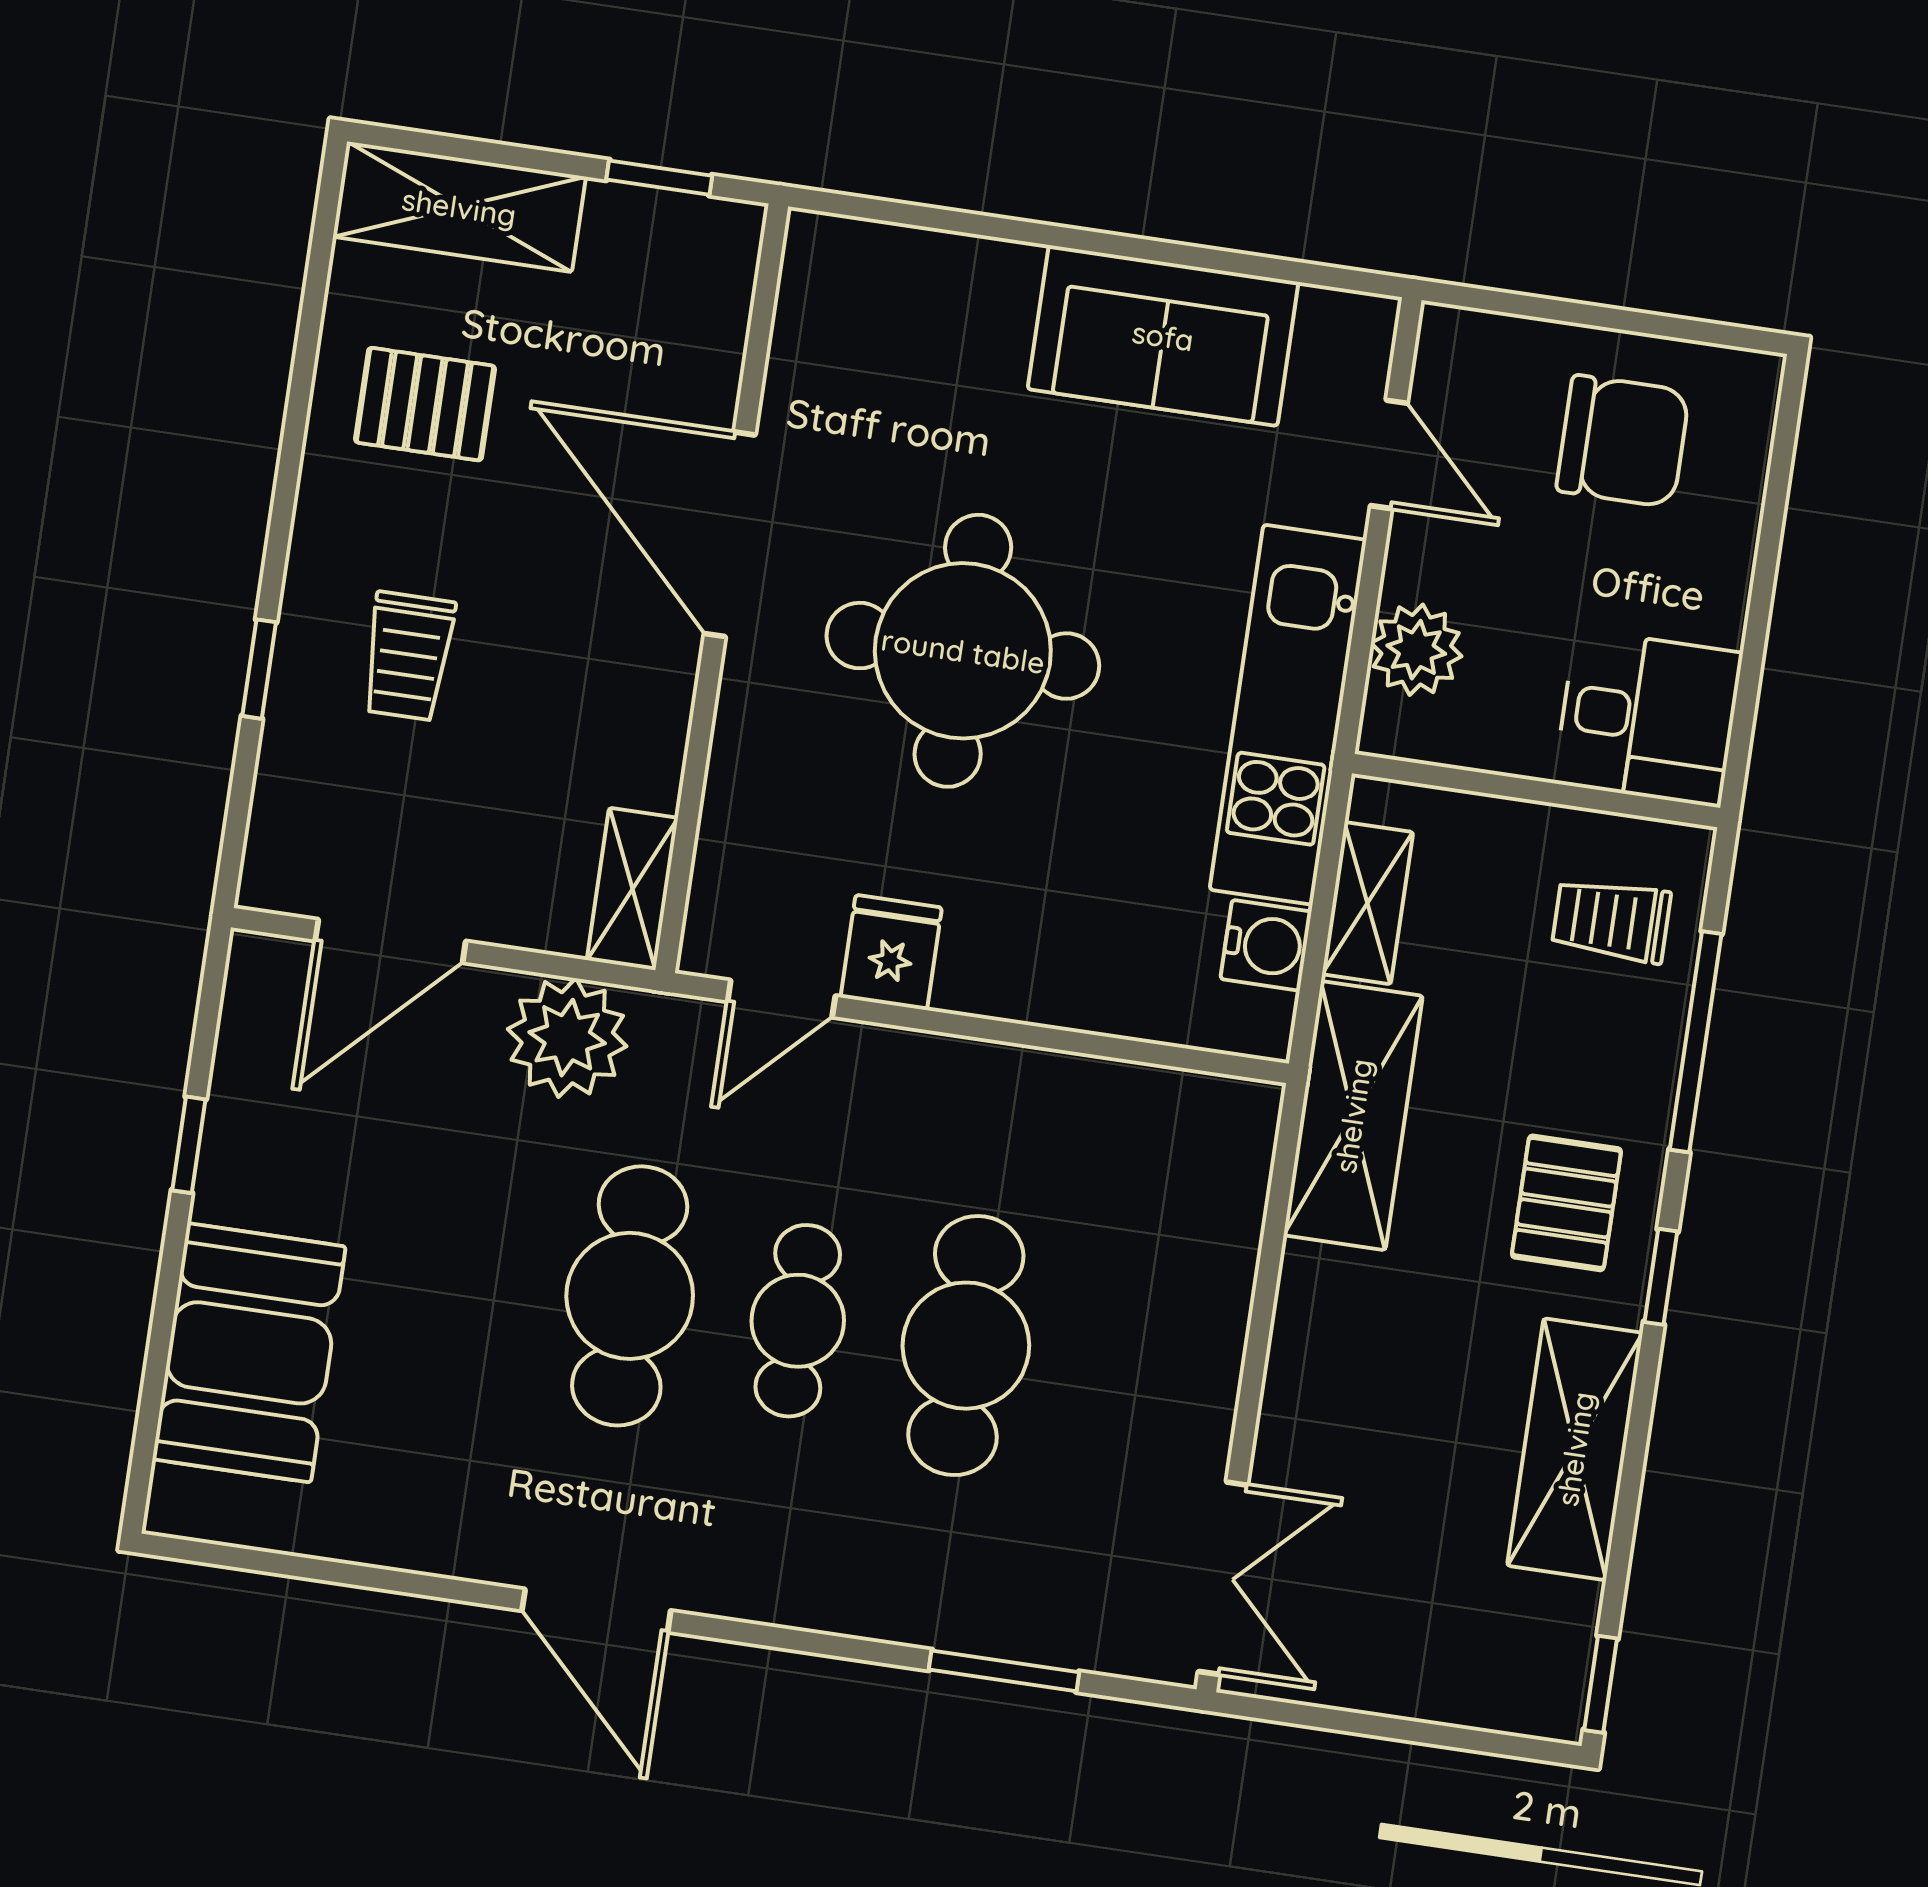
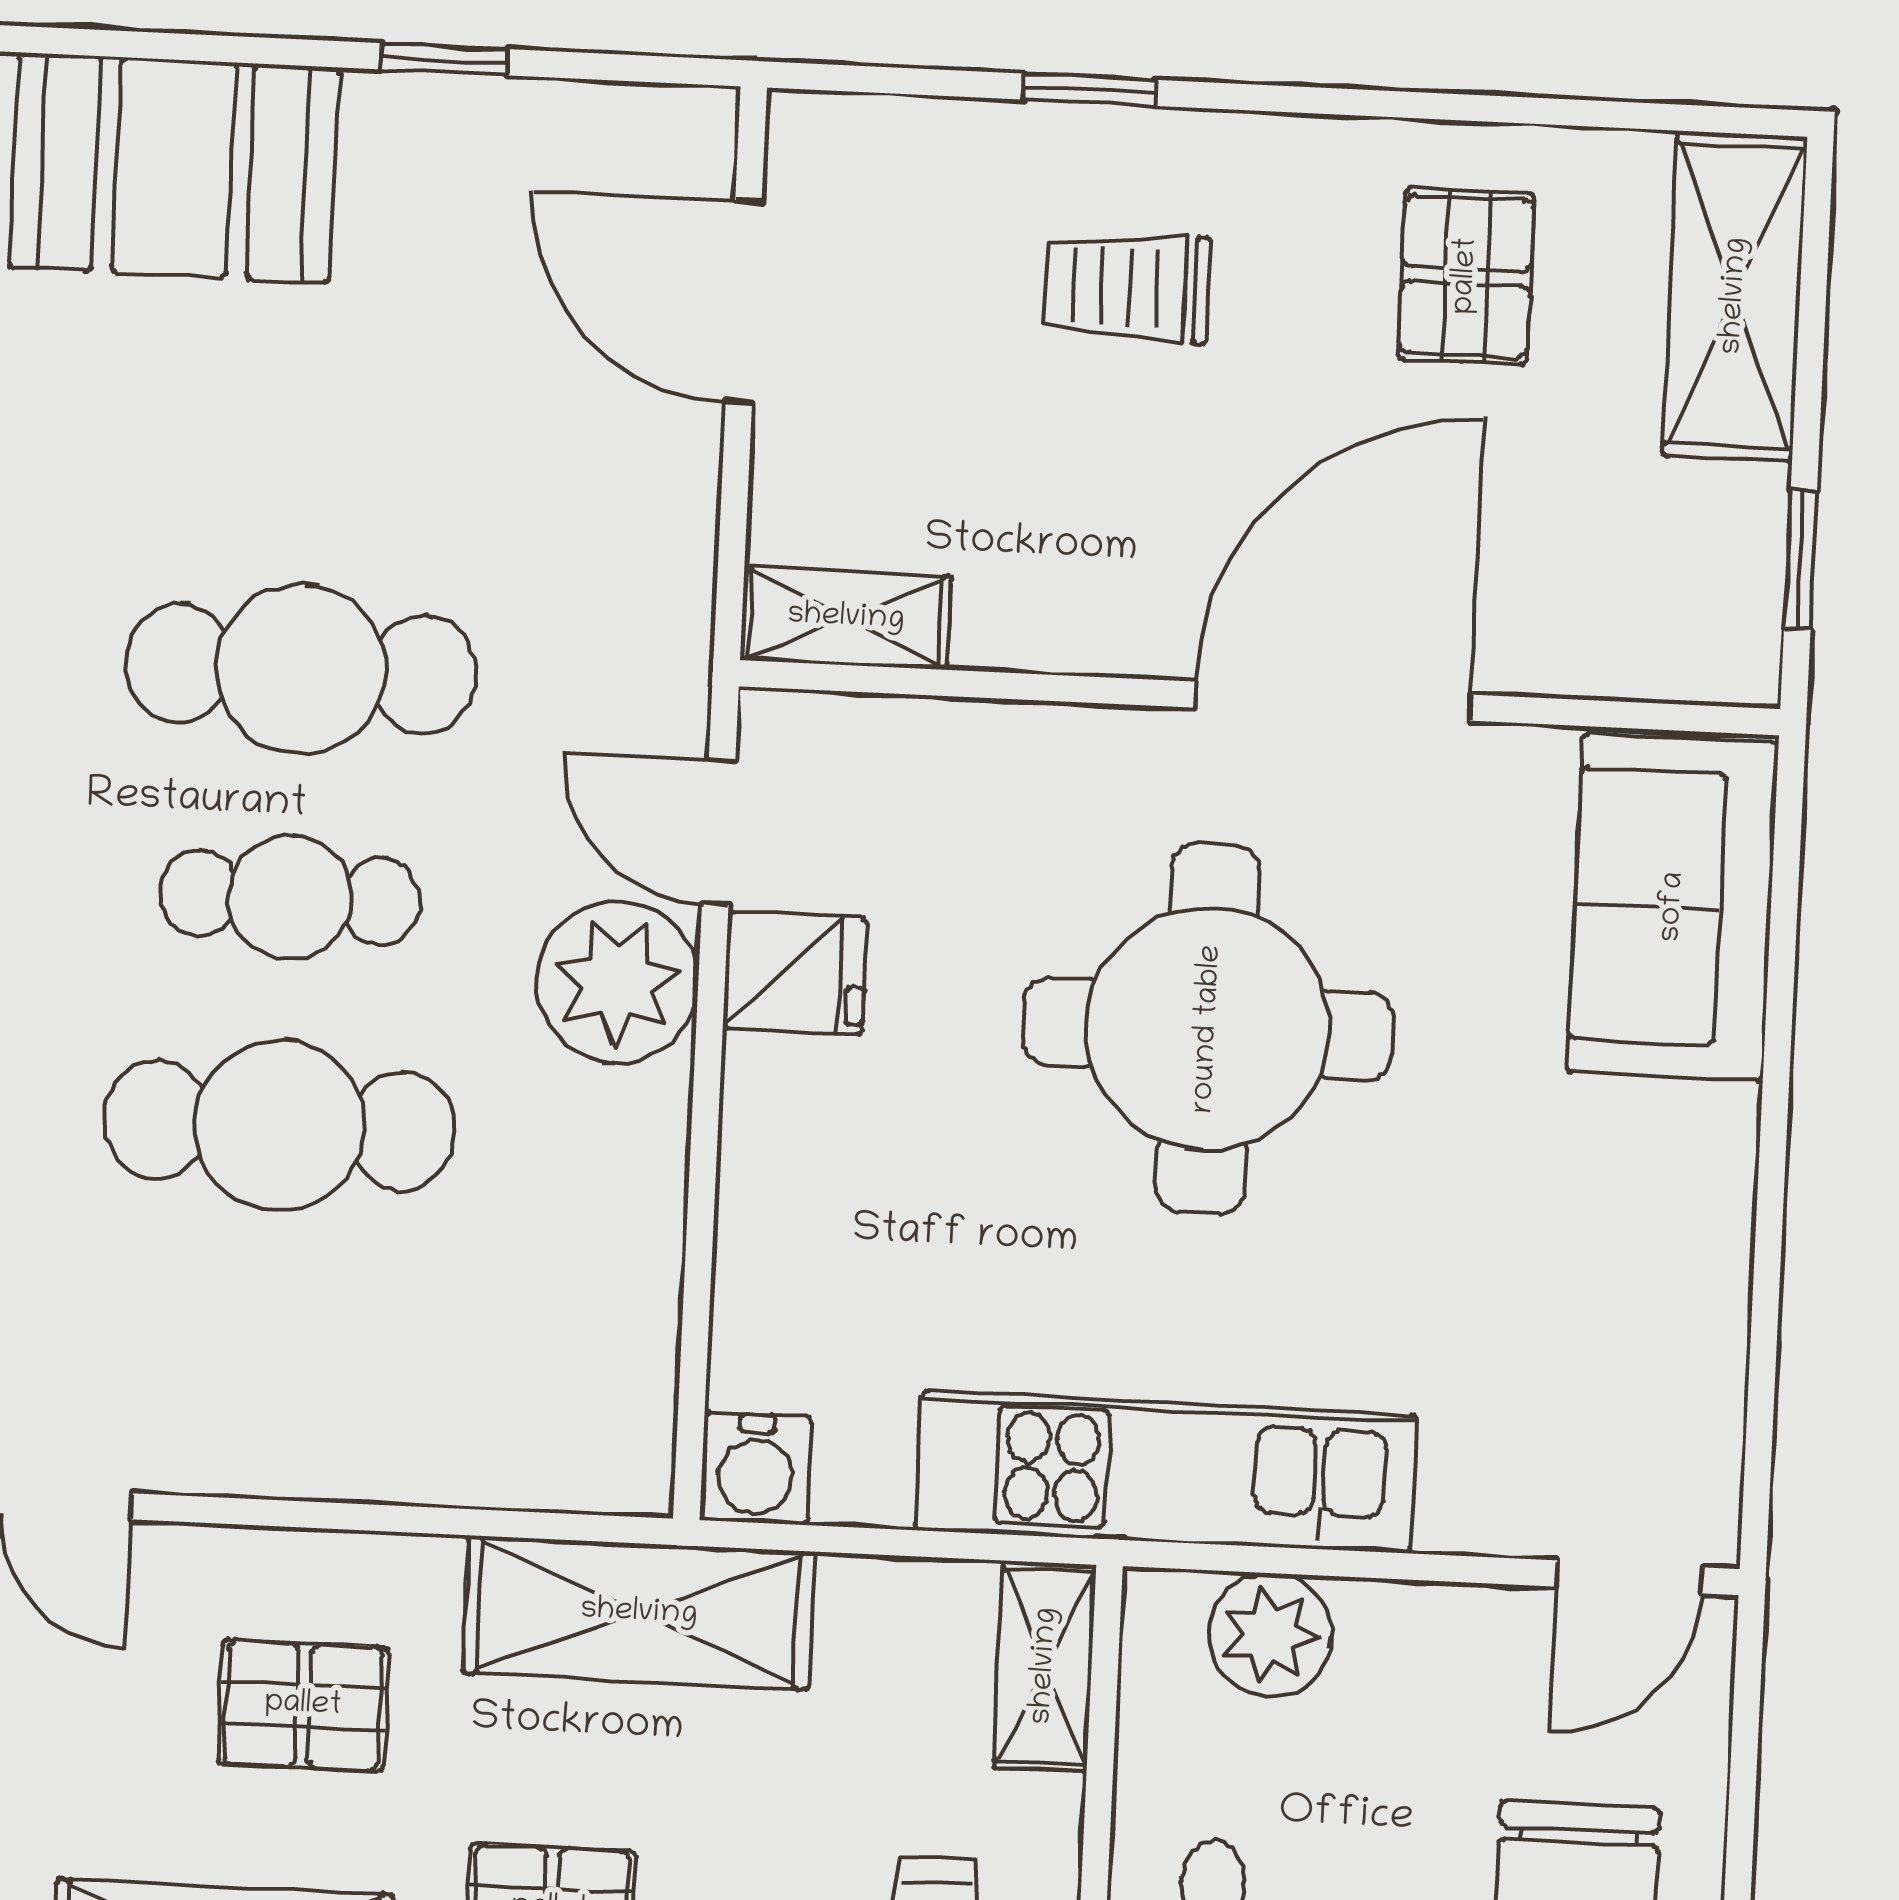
sofa: (1163, 336) -> (1673, 907), moved
door: (1389, 454) -> (1629, 1577), moved
shelving: (1368, 903) -> (1045, 1666), moved, turned 90
water cooler: (1266, 945) -> (756, 1469), moved
plant: (567, 1038) -> (618, 982), moved
pallet: (1397, 1371) -> (303, 1705), added

